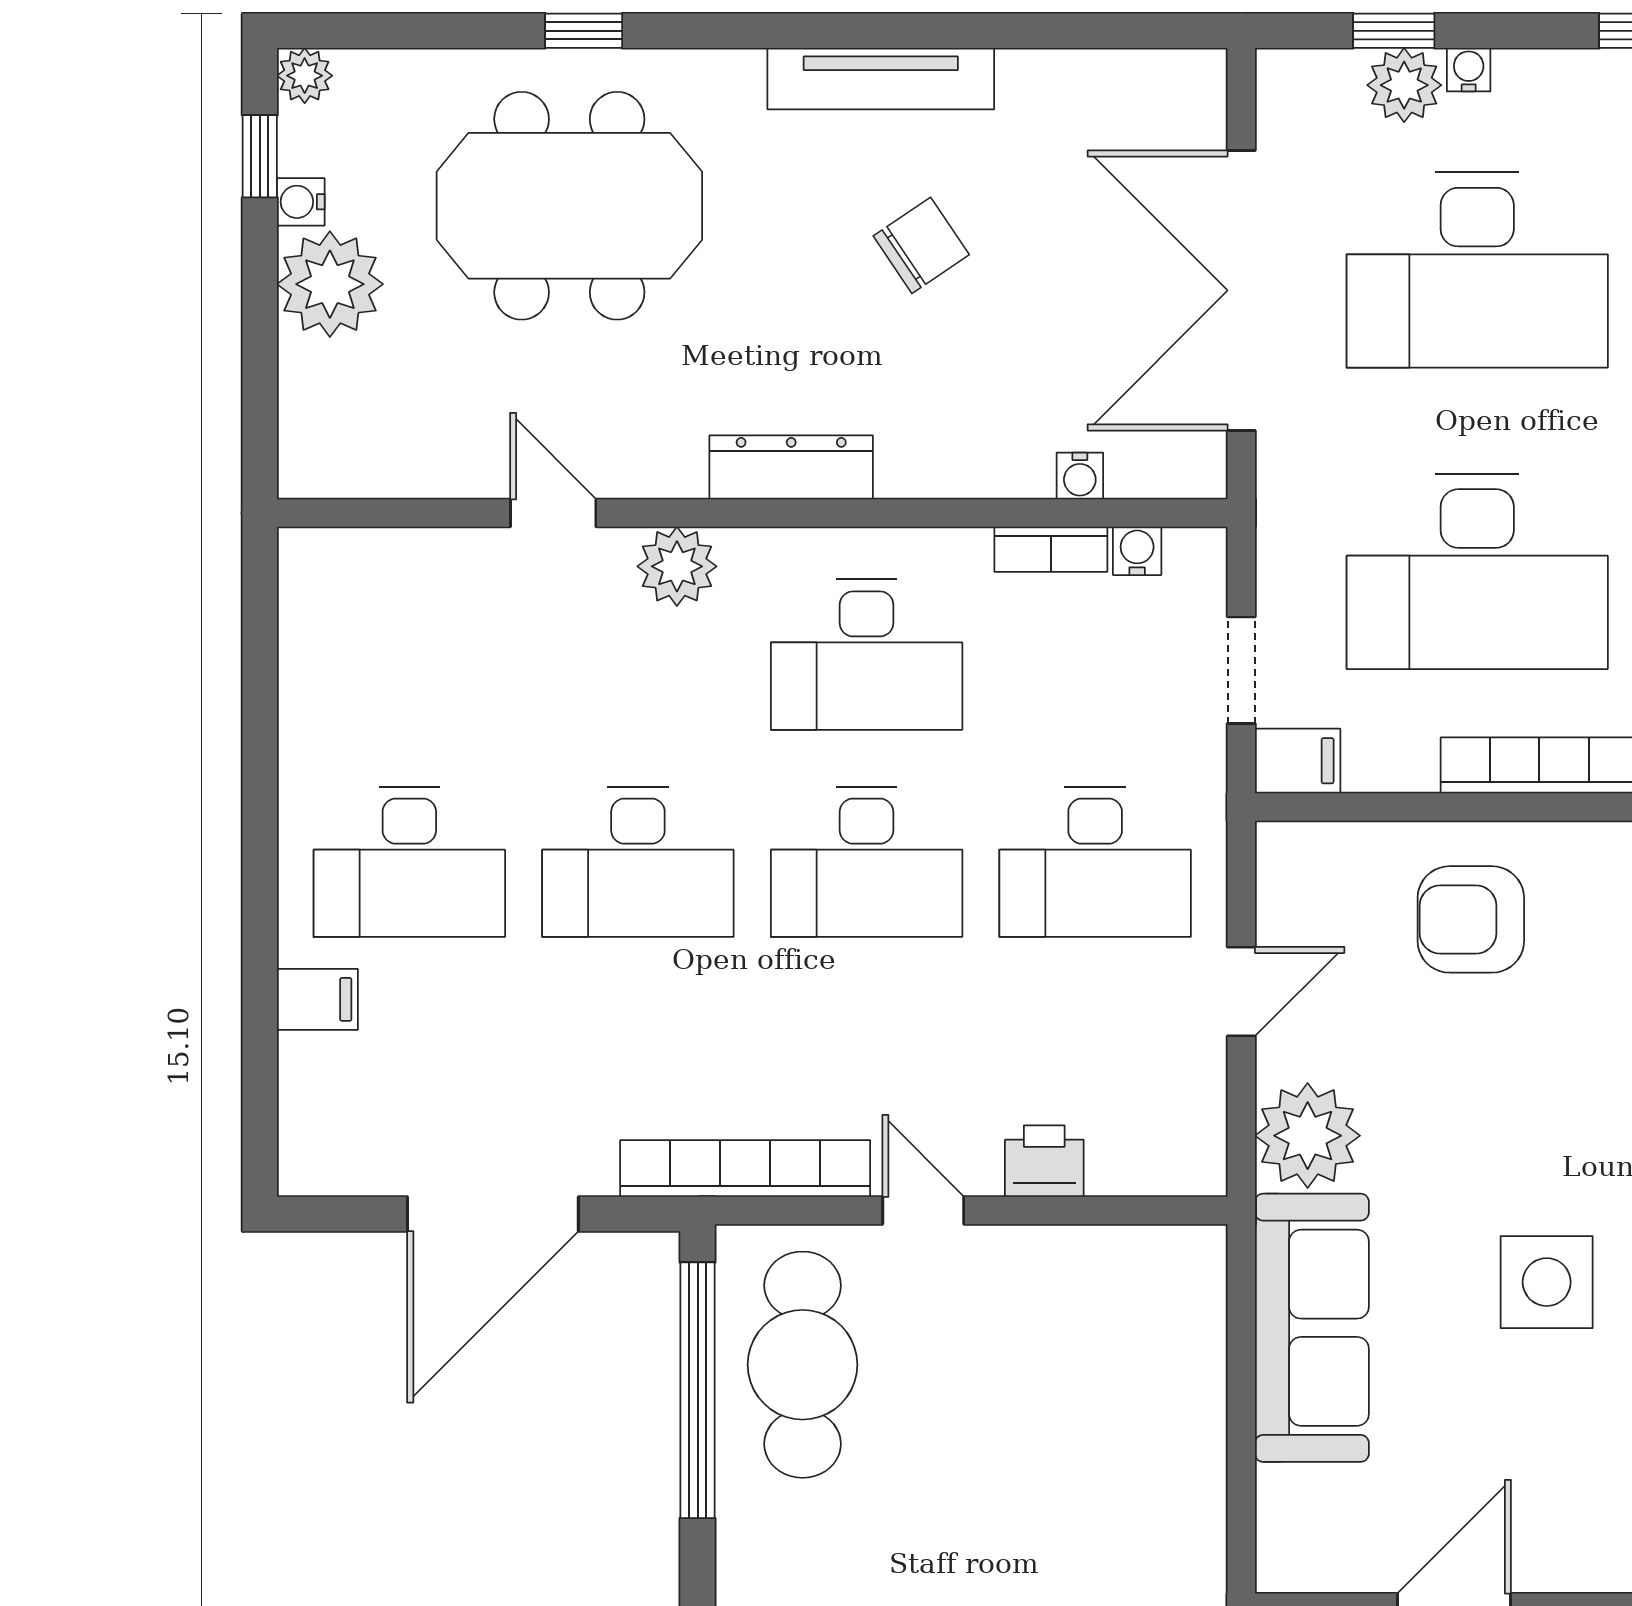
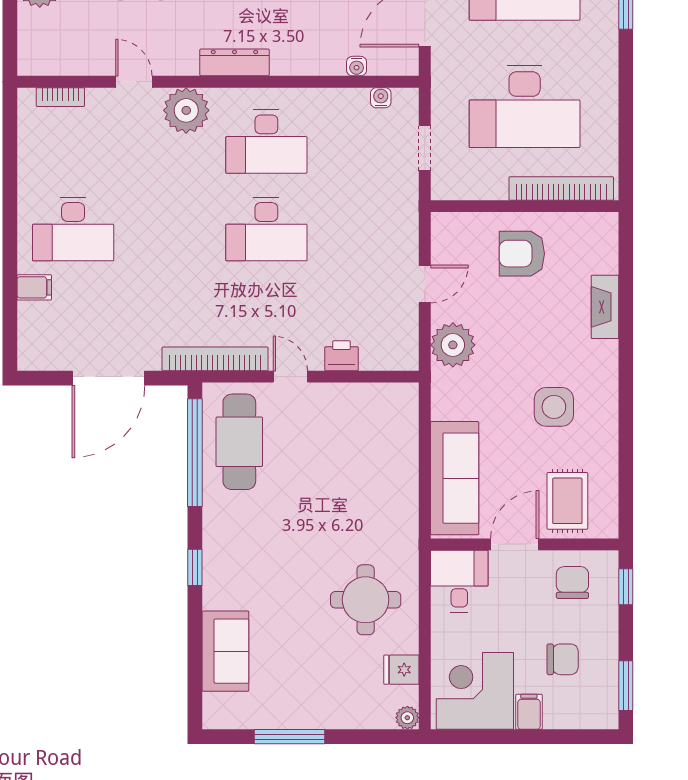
bookcase: (1051, 549) -> (60, 97), moved
plant: (677, 566) -> (186, 110), width x1.36, depth x1.36
filing cabinet: (1298, 761) -> (449, 186), removed
desk: (638, 862) -> (170, 229), removed
desk: (1095, 862) -> (363, 229), removed
sofa: (1312, 1328) -> (455, 478), moved
rug: (1579, 1504) -> (567, 501), added

